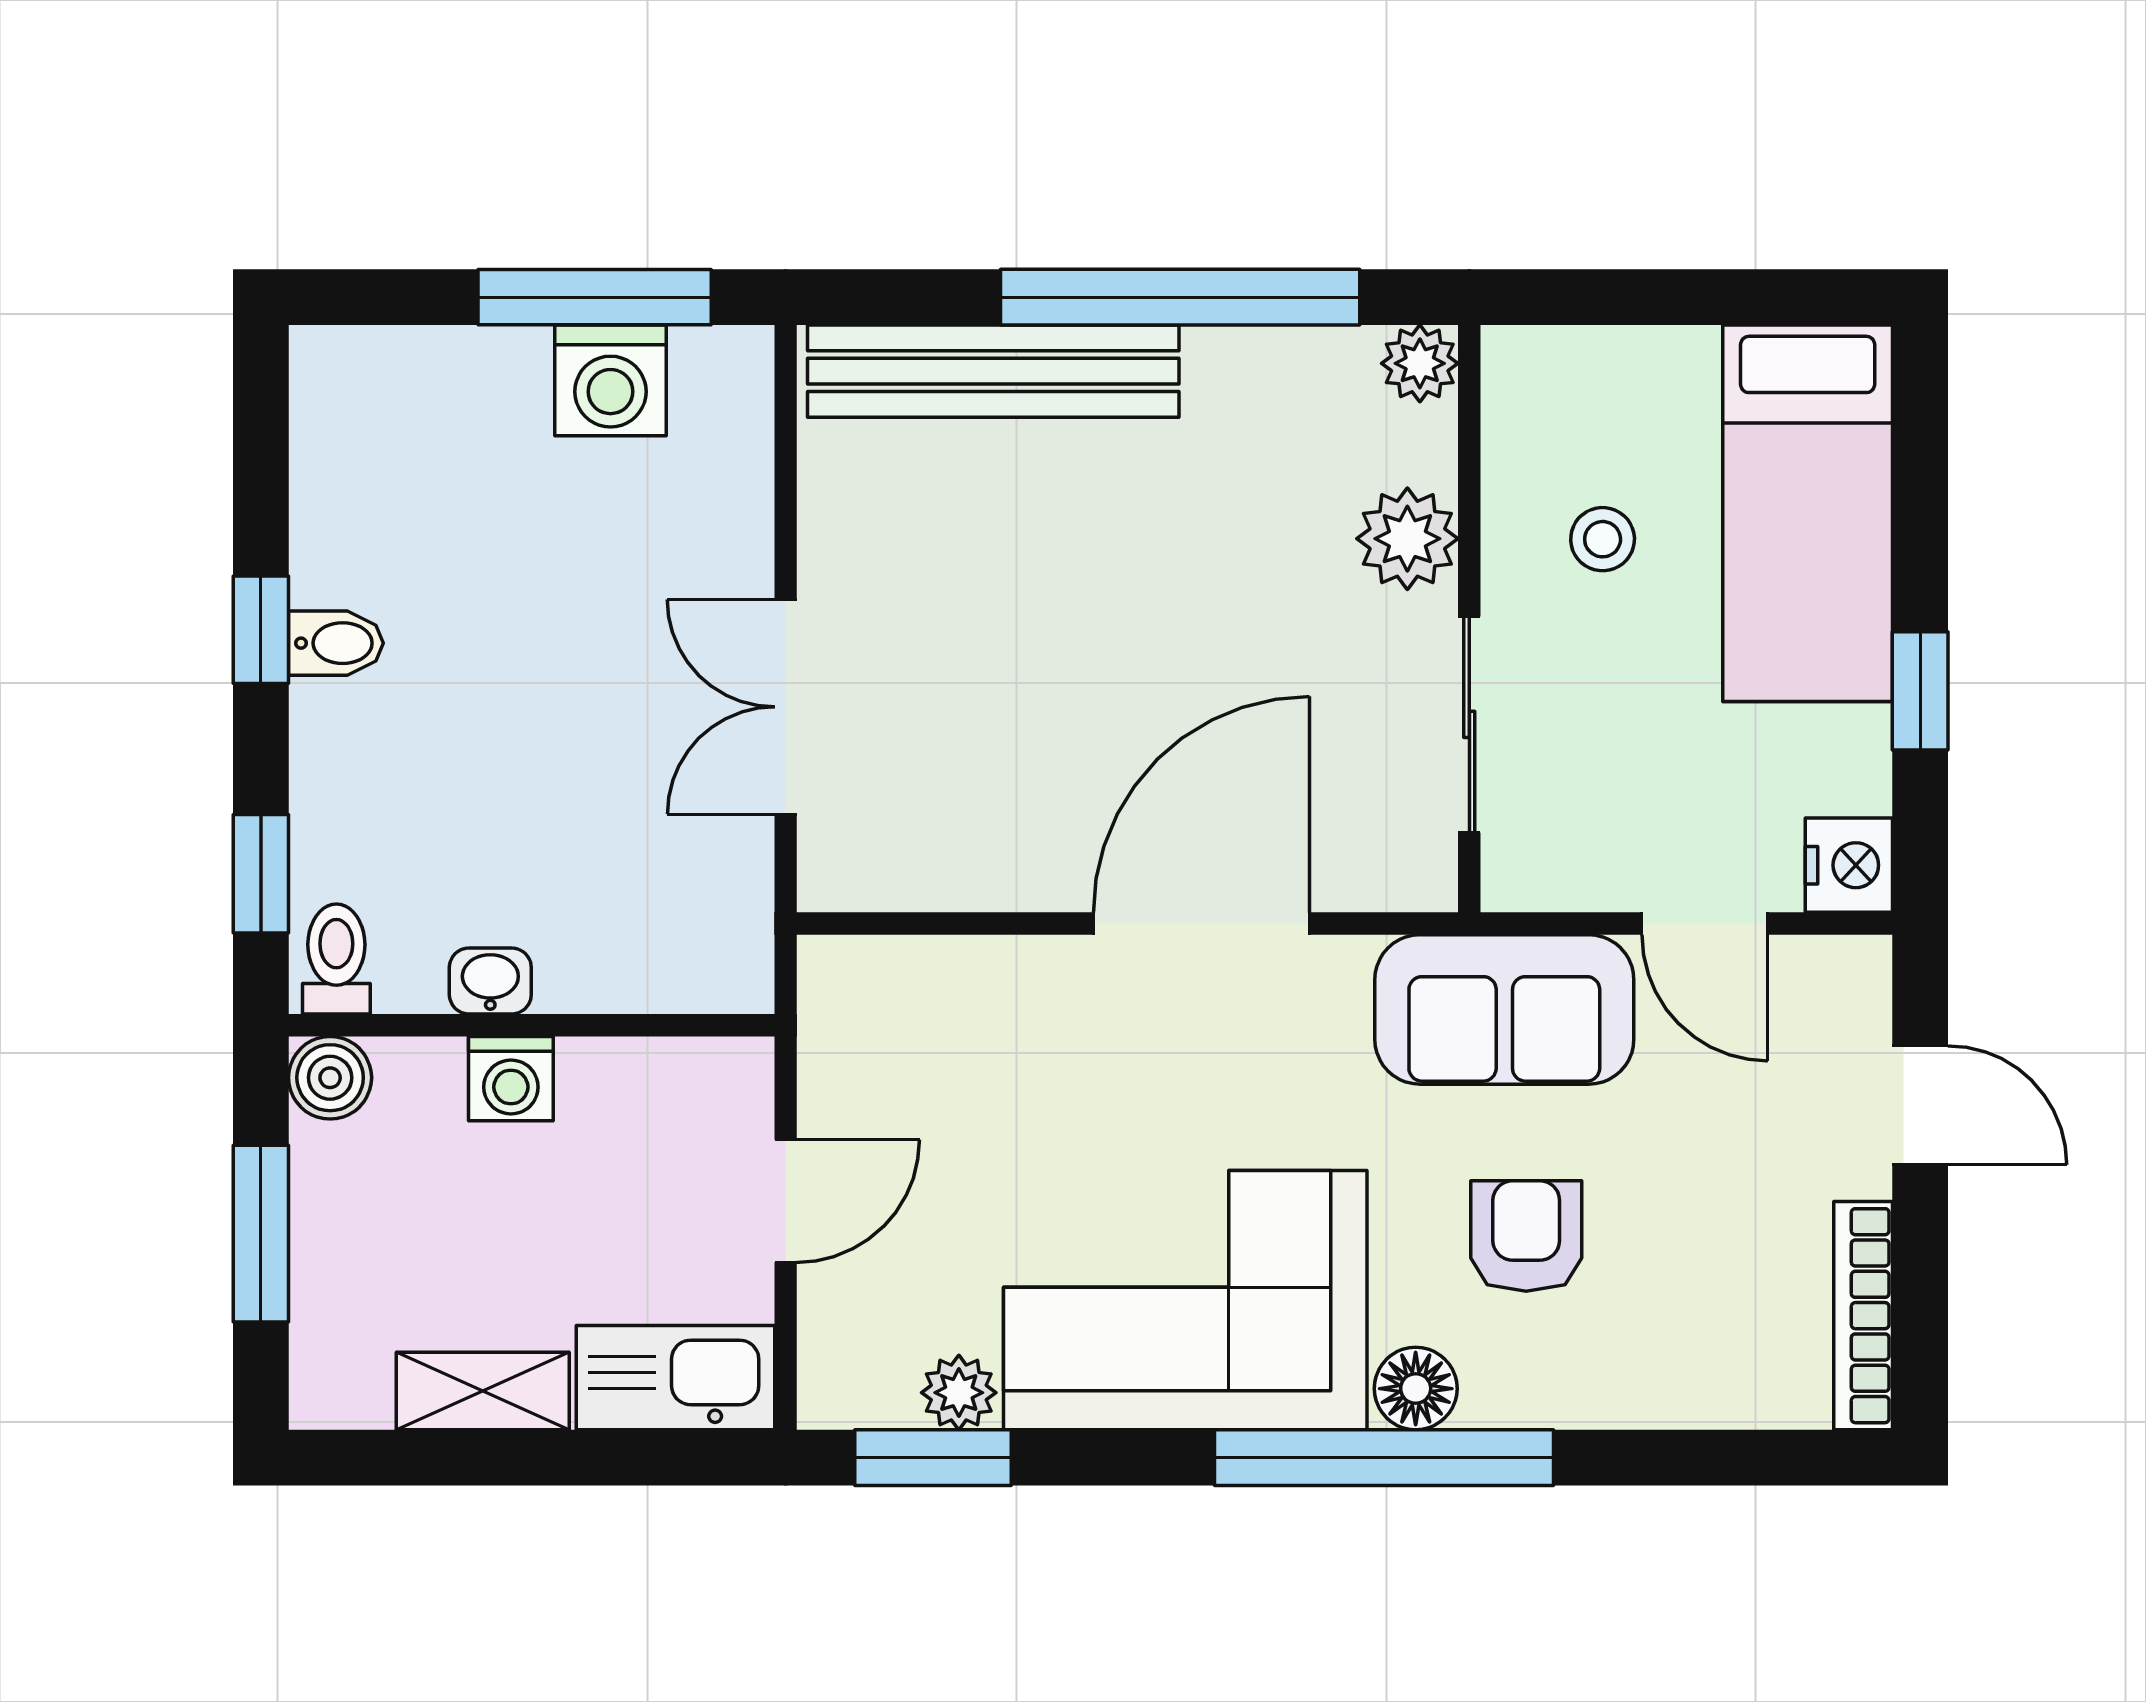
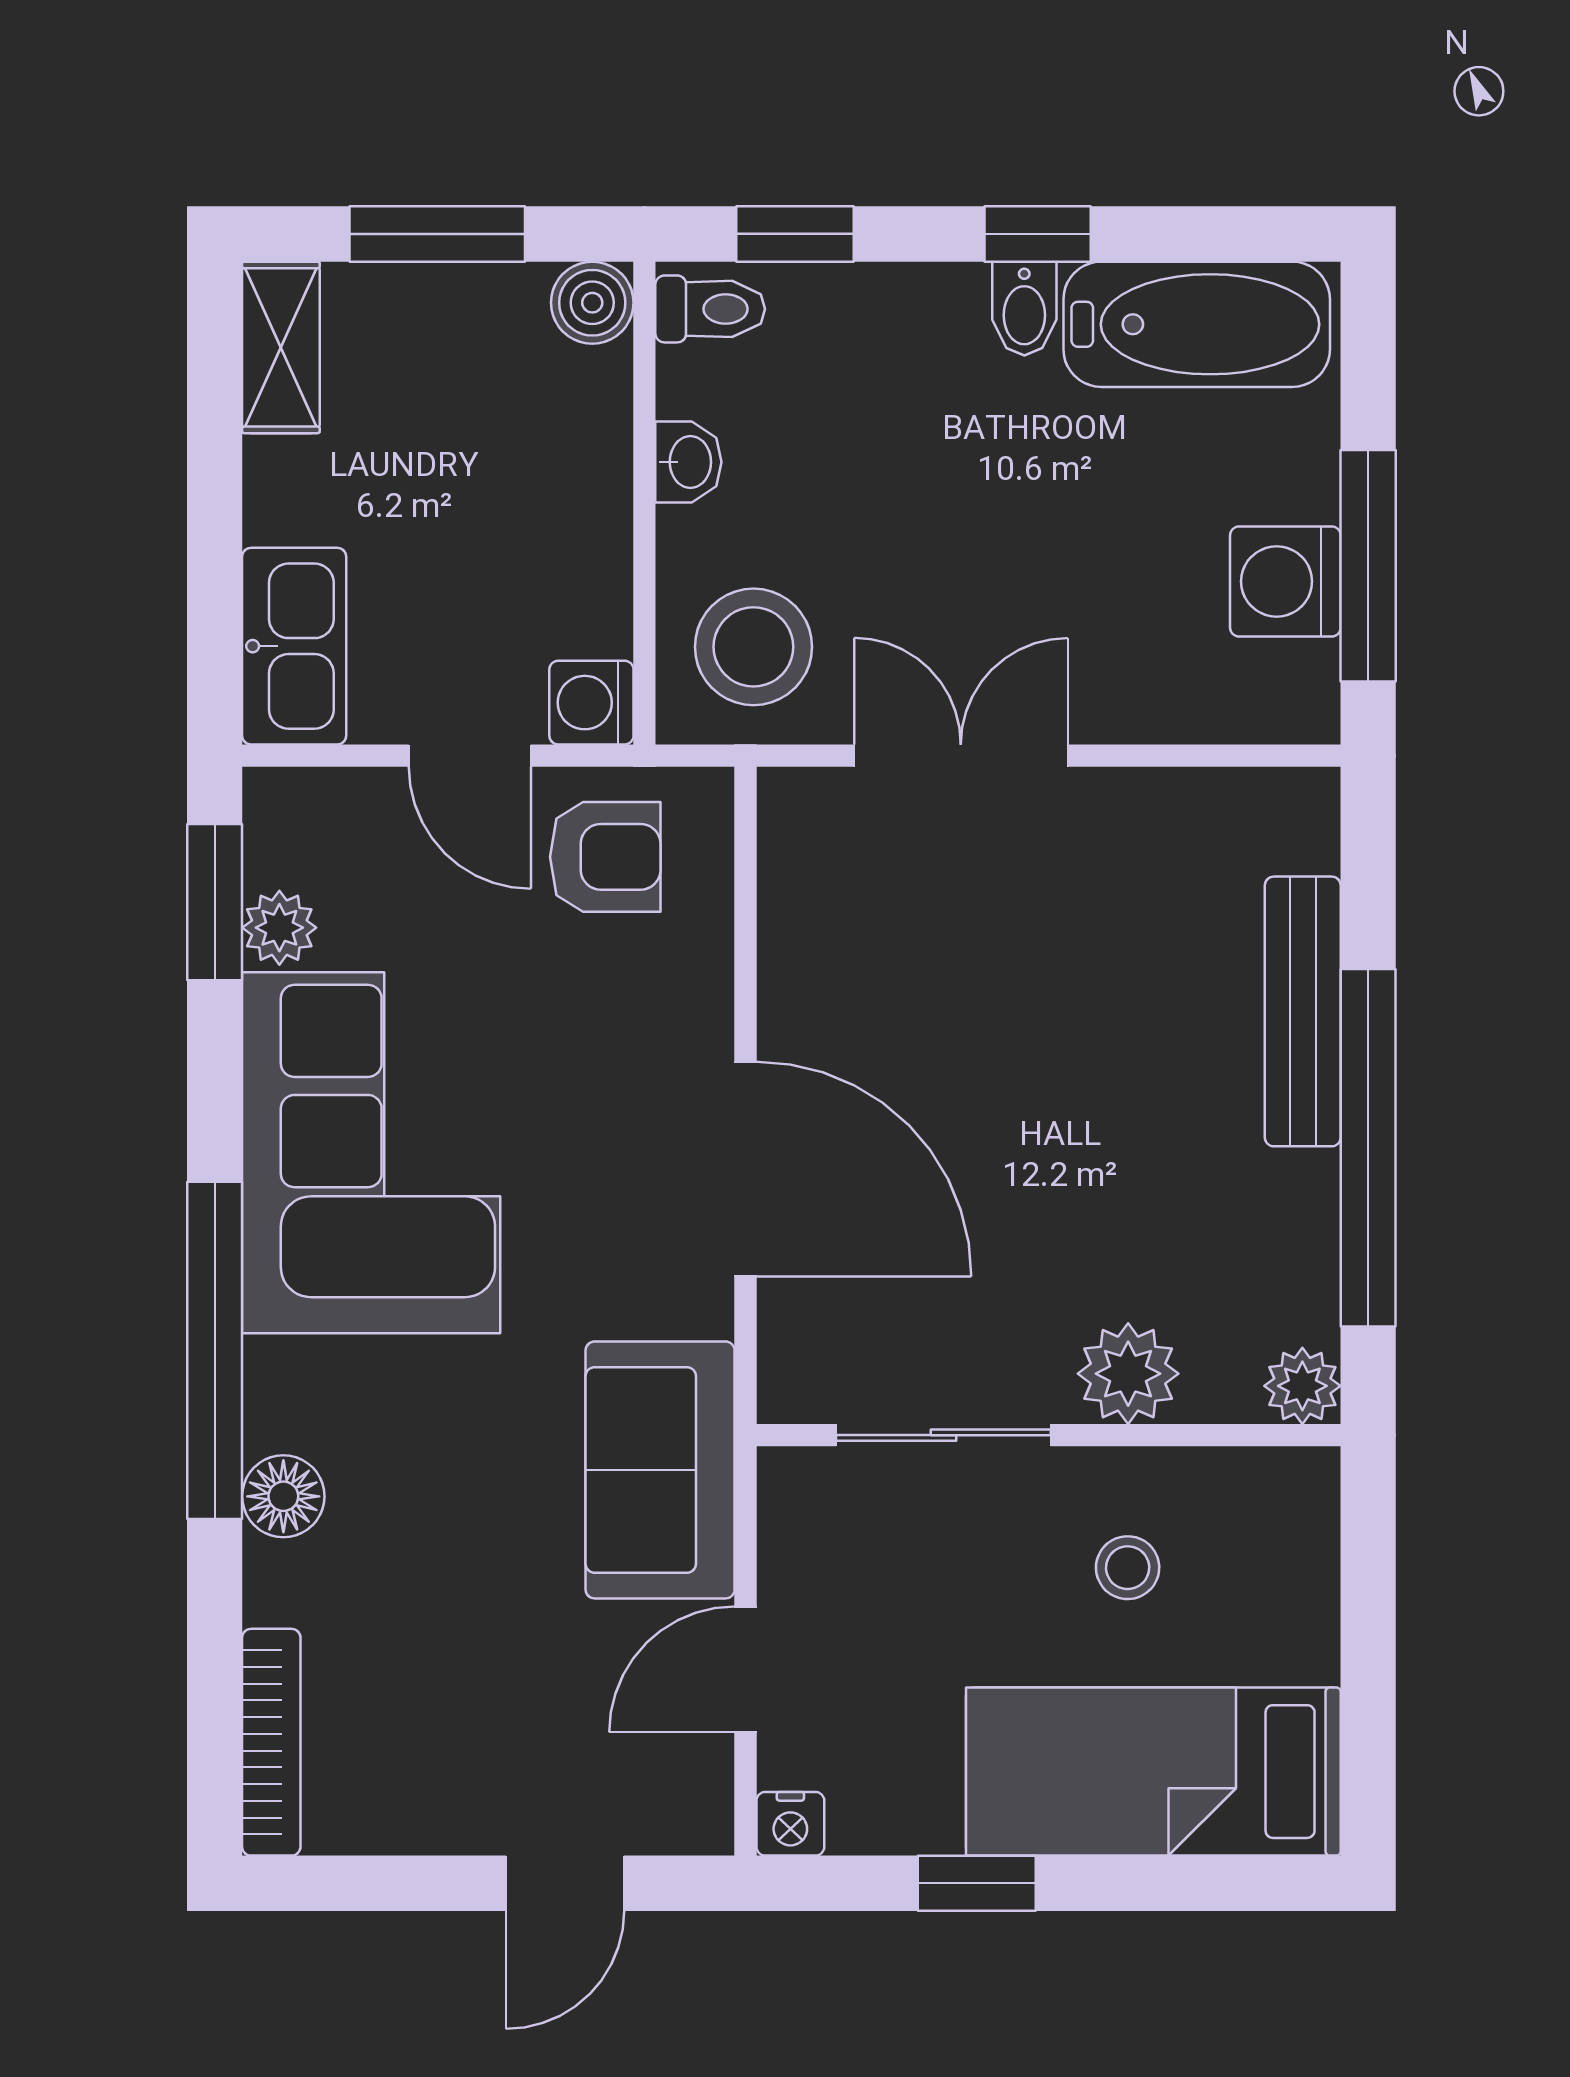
bench: (993, 371) -> (1303, 1011), width x0.73, depth x0.82
bathtub: (352, 470) -> (1197, 324), added
nightstand: (1849, 865) -> (790, 1824), width x0.72, depth x0.74
stool: (676, 916) -> (753, 647), added
washing machine: (511, 1079) -> (591, 703), moved
armchair: (1526, 1236) -> (605, 857), moved
bookcase: (1863, 1316) -> (271, 1742), moved, turned 90
floor lamp: (1416, 1389) -> (283, 1496), moved
shelving: (483, 1391) -> (281, 347), moved

